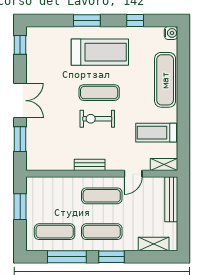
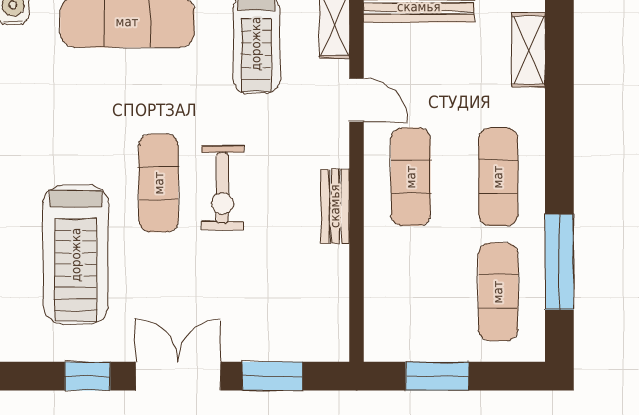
window: (20, 45) -> (87, 376), moved
treadmill: (100, 52) -> (76, 255), moved, turned 180
window: (111, 257) -> (559, 153), removed

